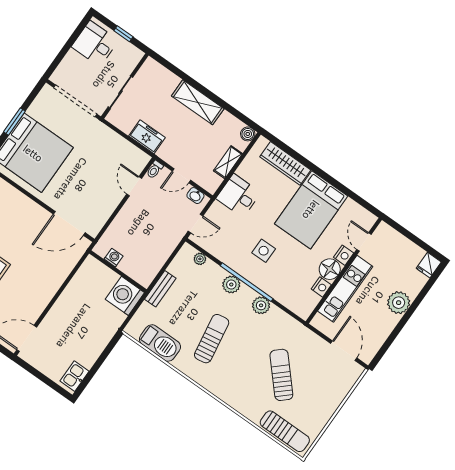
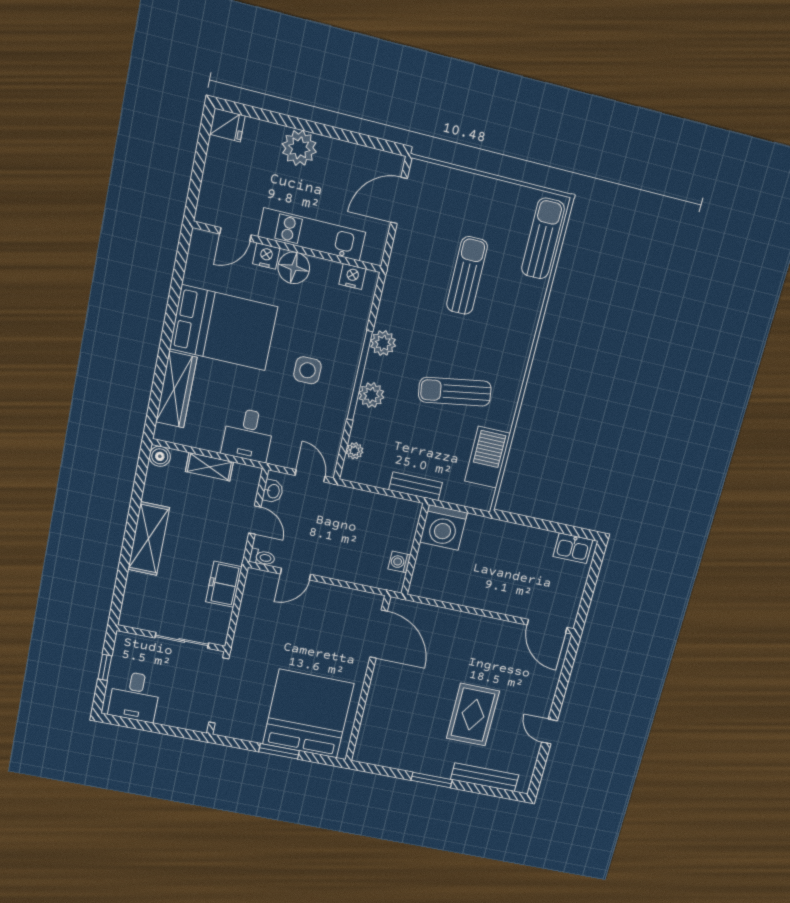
nightstand: (321, 287) -> (352, 276), moved
sun lounger: (281, 375) -> (467, 276), turned 132

